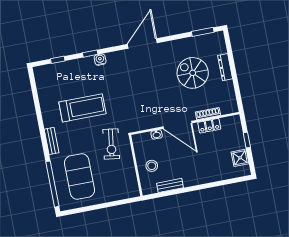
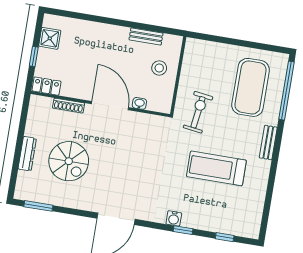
locker: (209, 126) -> (46, 86), moved

